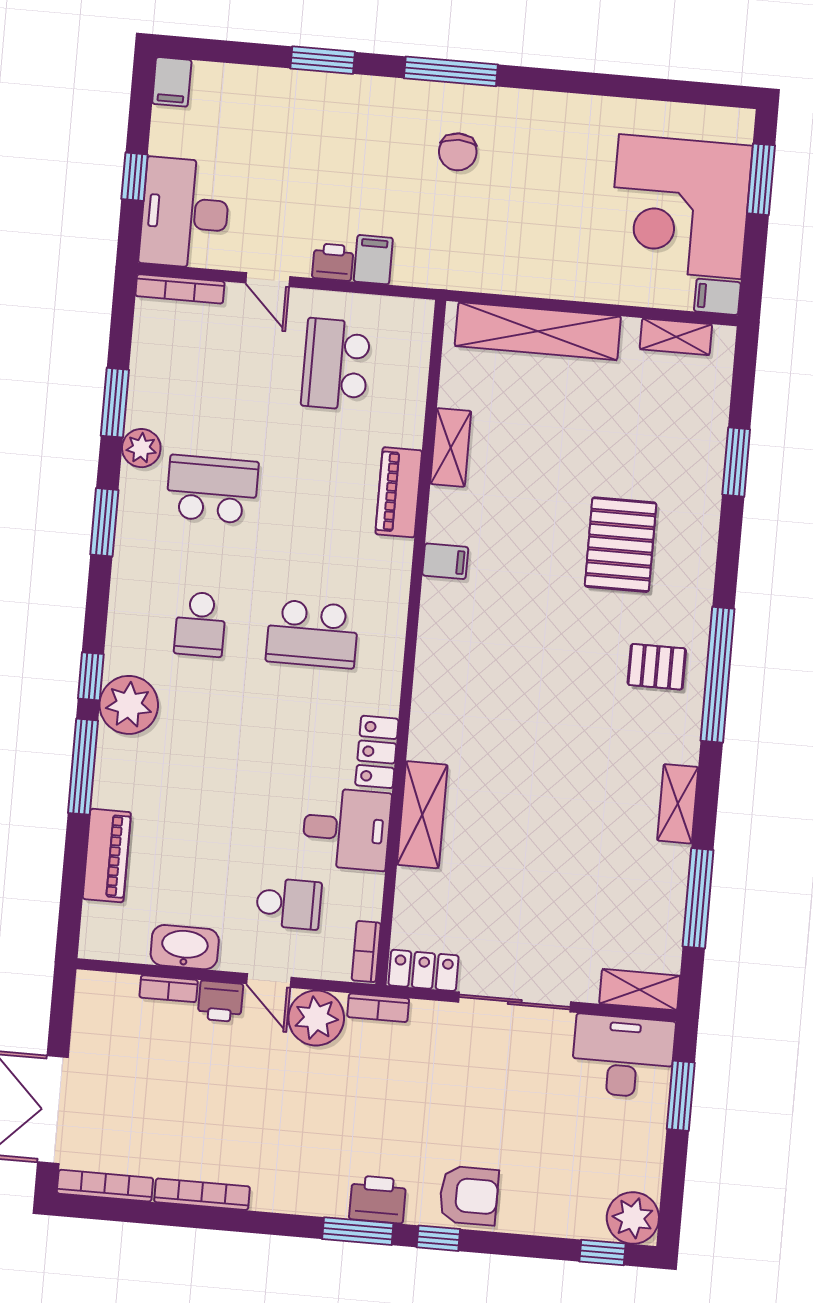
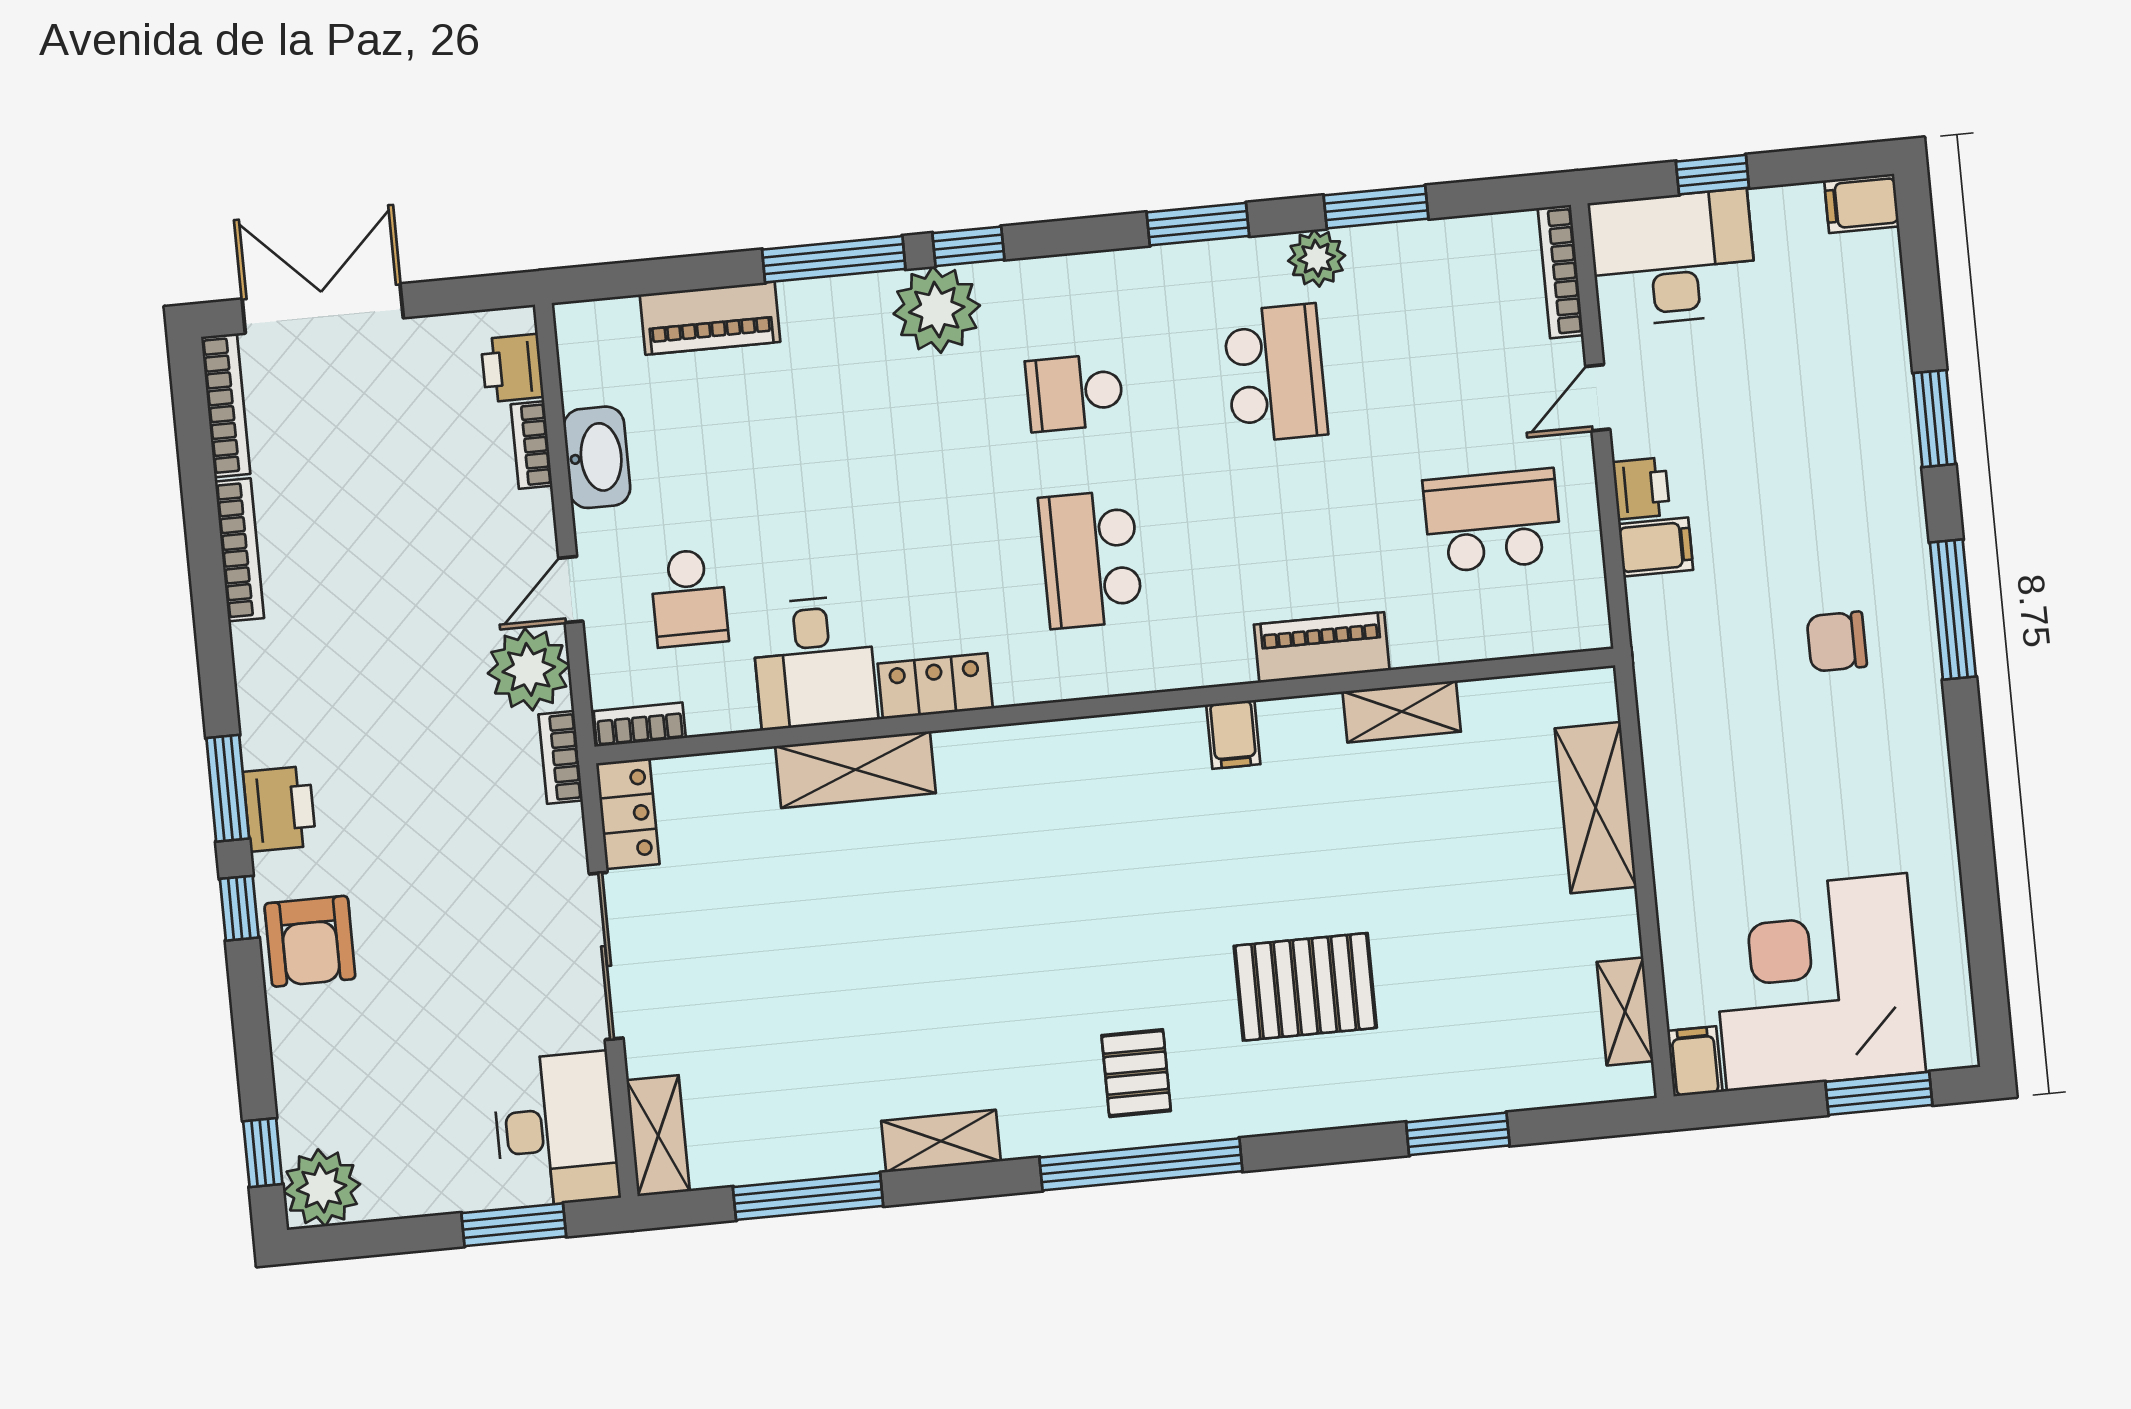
shelving: (538, 331) -> (1596, 808), width x0.68
printer: (220, 1001) -> (512, 368), moved

